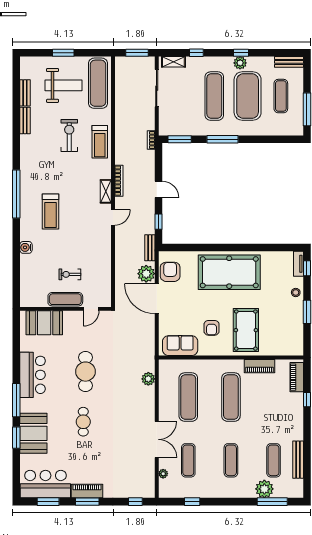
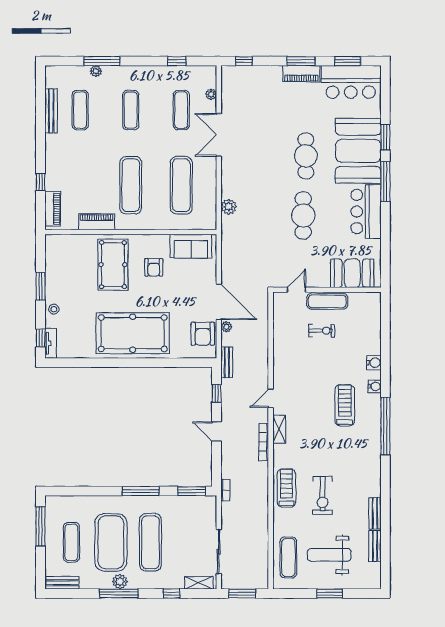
window: (241, 53) -> (119, 593), width x2.17
exercise mat: (98, 83) -> (288, 557), width x0.73, depth x0.69
water cooler: (25, 227) -> (375, 386), added
plant: (146, 274) -> (226, 327), width x0.53, depth x0.53
armchair: (212, 328) -> (154, 267), turned 180
cafe table: (83, 422) -> (306, 156), width x1.37, depth x1.35
booth: (33, 433) -> (358, 151), width x1.36, depth x1.42
plant: (264, 489) -> (96, 71), width x0.53, depth x0.53
window: (272, 502) -> (102, 61), moved

